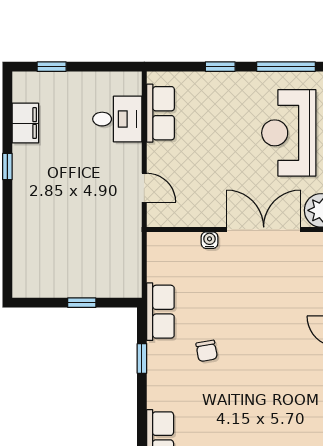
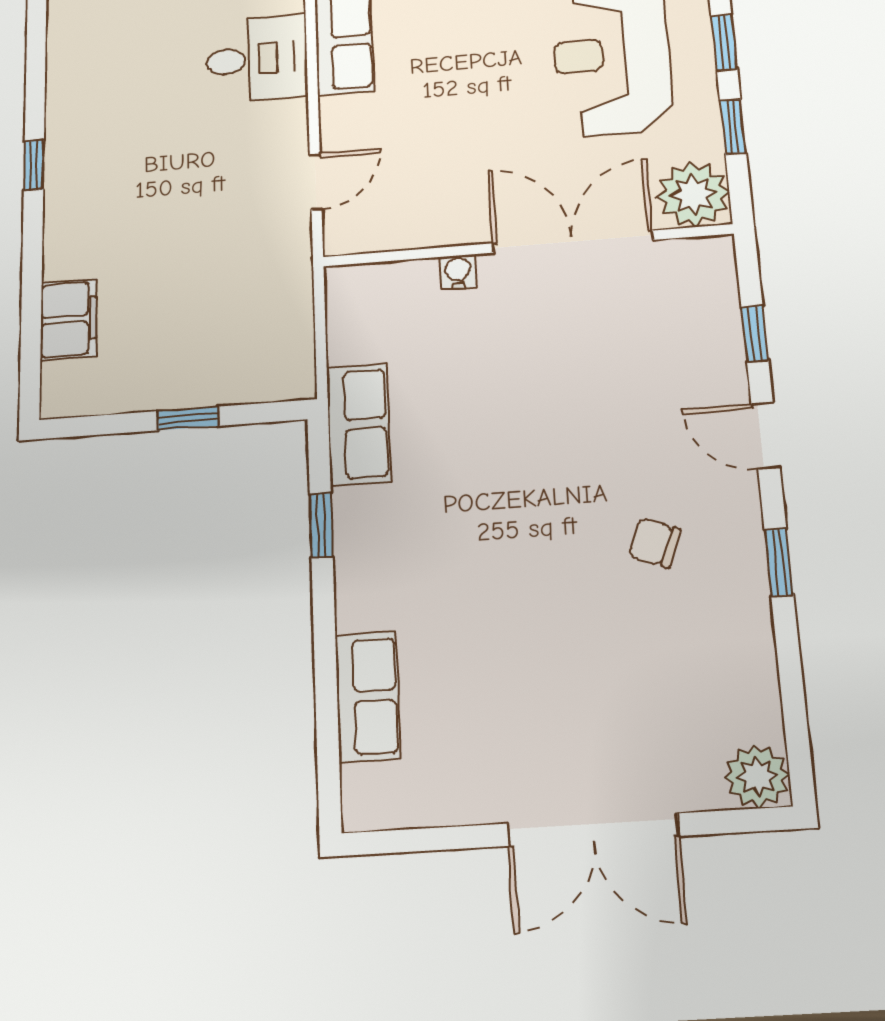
filing cabinet: (25, 123) -> (69, 319), moved
door: (144, 188) -> (316, 182), hinge flipped
chair: (207, 351) -> (655, 543), moved, turned 122

